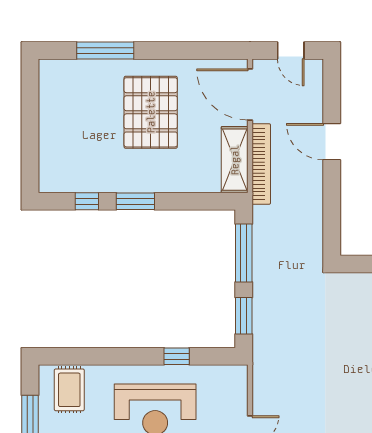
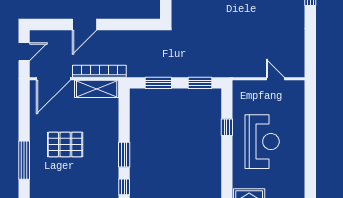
window: (105, 50) -> (24, 160), moved
pallet: (151, 112) -> (65, 145), width x0.73, depth x0.71
window: (244, 253) -> (158, 83), width x0.69

